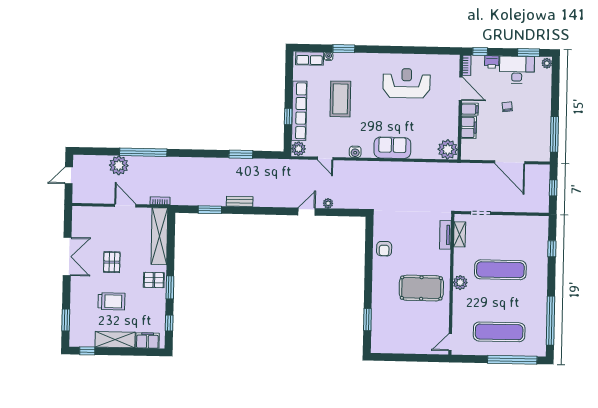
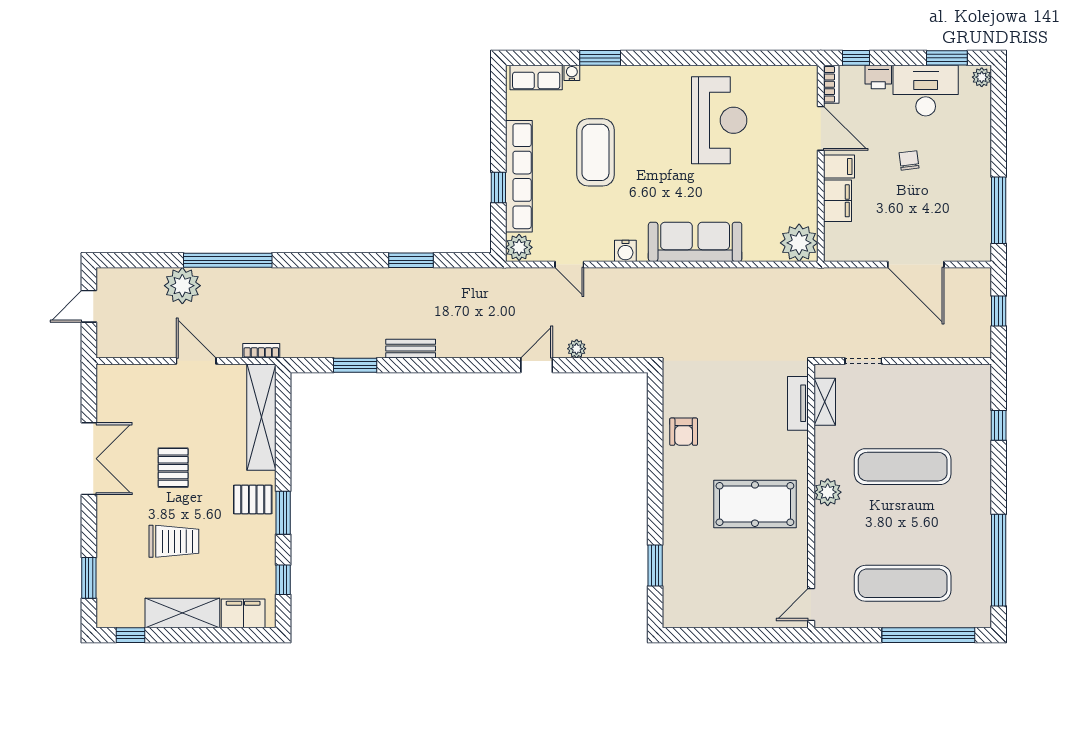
reception desk: (407, 83) -> (719, 120), turned 90
sofa: (392, 148) -> (695, 242), width x1.36

